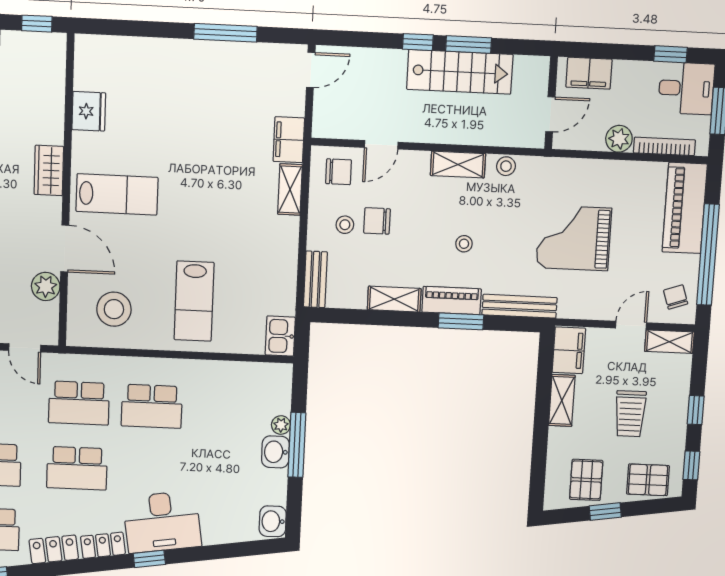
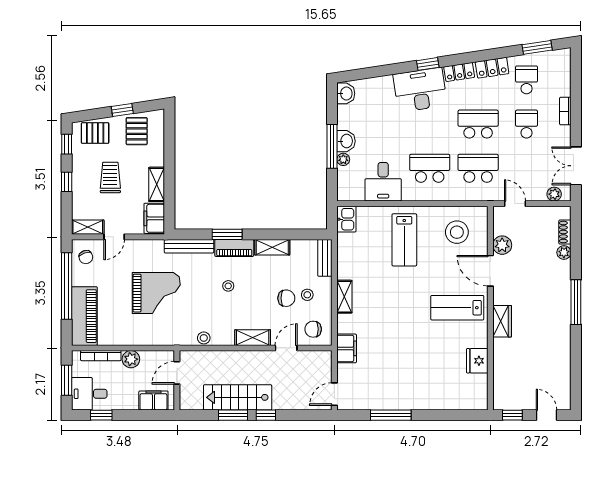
shelving: (458, 165) -> (253, 338), moved
shelving: (290, 189) -> (344, 297), moved
lab bench: (194, 301) -> (404, 240), turned 180
desk: (222, 389) -> (383, 182), added

